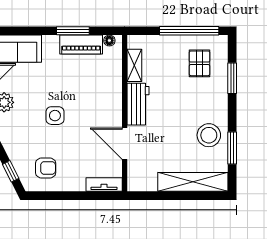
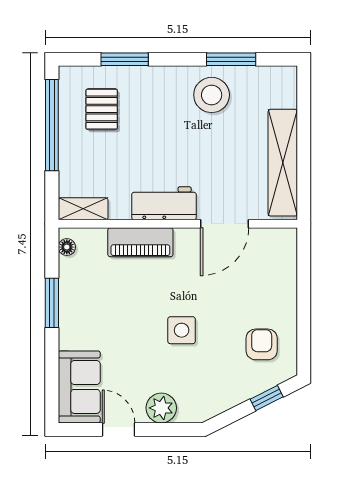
piano: (81, 44) -> (140, 242), moved, turned 90
pallet: (200, 63) -> (102, 109), turned 90
shelving: (134, 65) -> (83, 209), moved
shelving: (193, 182) -> (283, 163), moved
tv unit: (104, 185) -> (287, 255), removed

